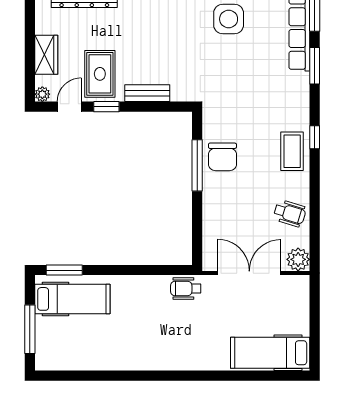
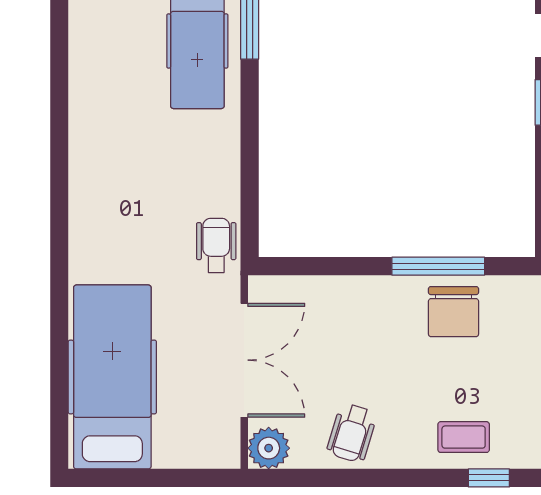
coffee table: (292, 151) -> (464, 437), width x0.73, depth x0.77
chair: (222, 157) -> (454, 312), turned -90
hospital bed: (270, 353) -> (112, 377), width x1.37, depth x1.29

